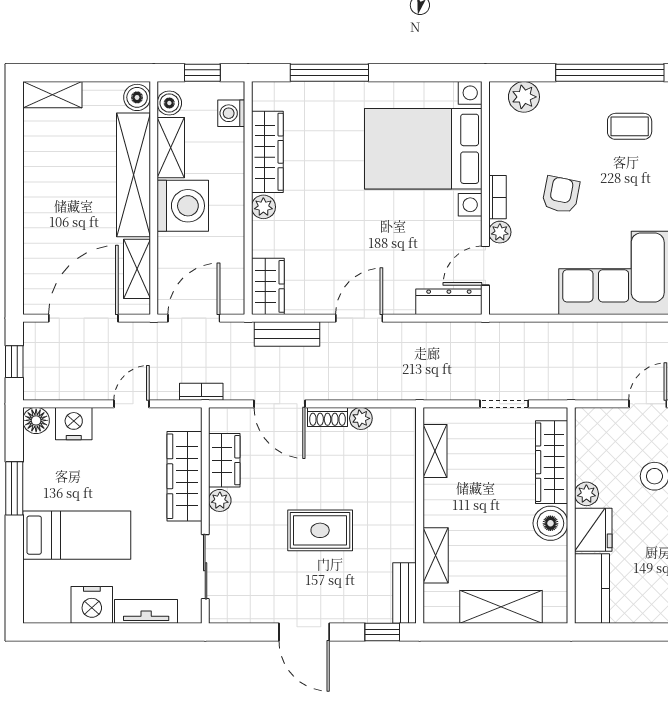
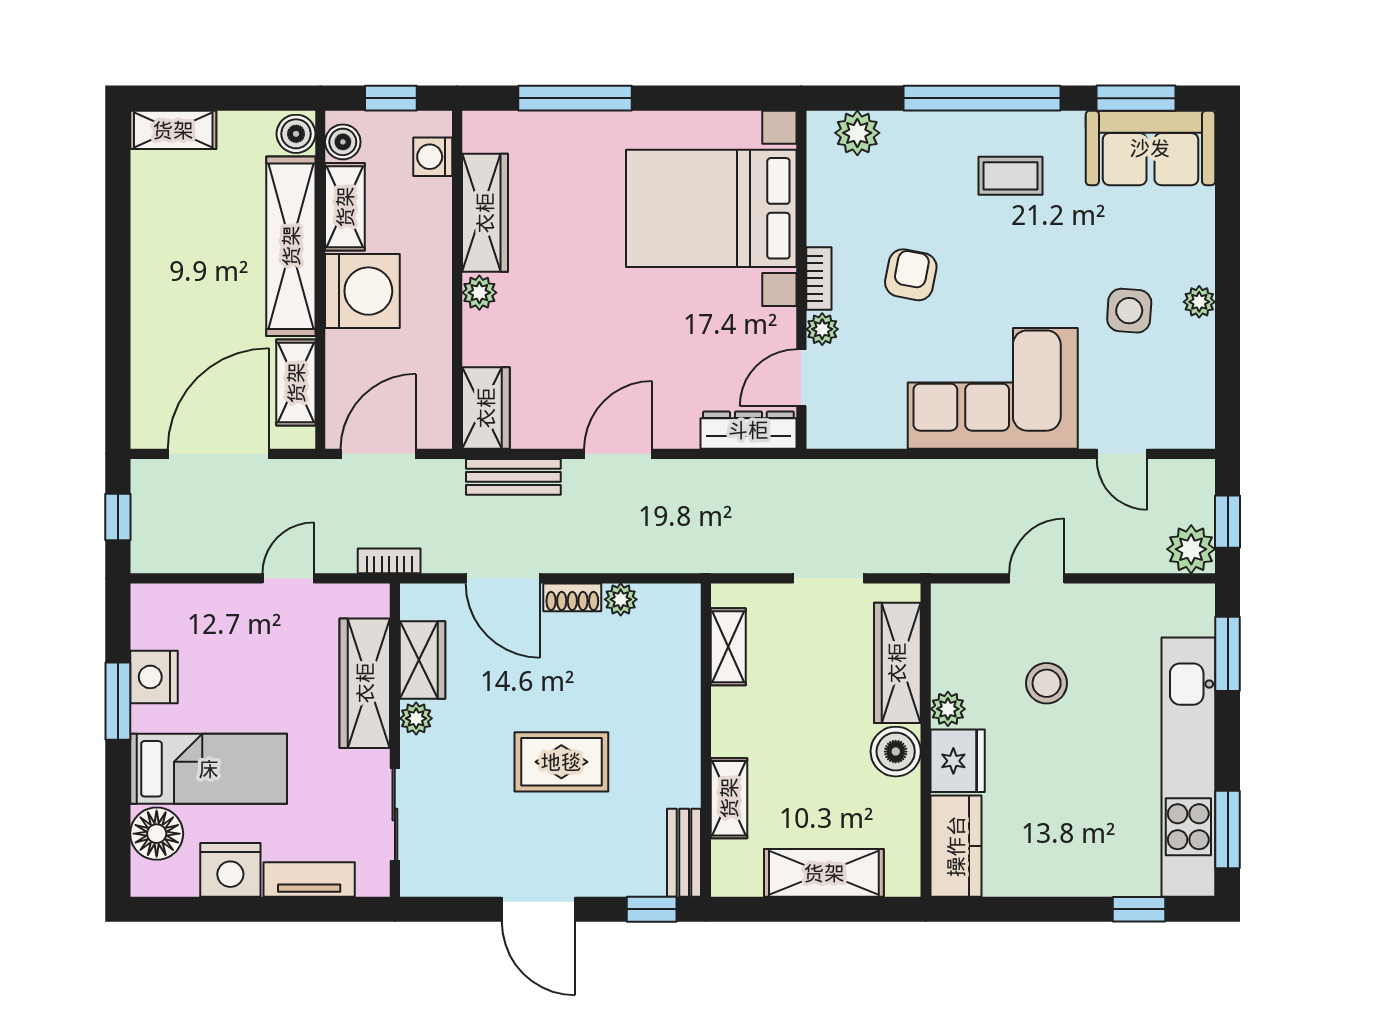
floor lamp: (36, 420) -> (157, 834), moved, width x1.38, depth x1.38
nightstand: (74, 424) -> (154, 677), moved, turned -90

